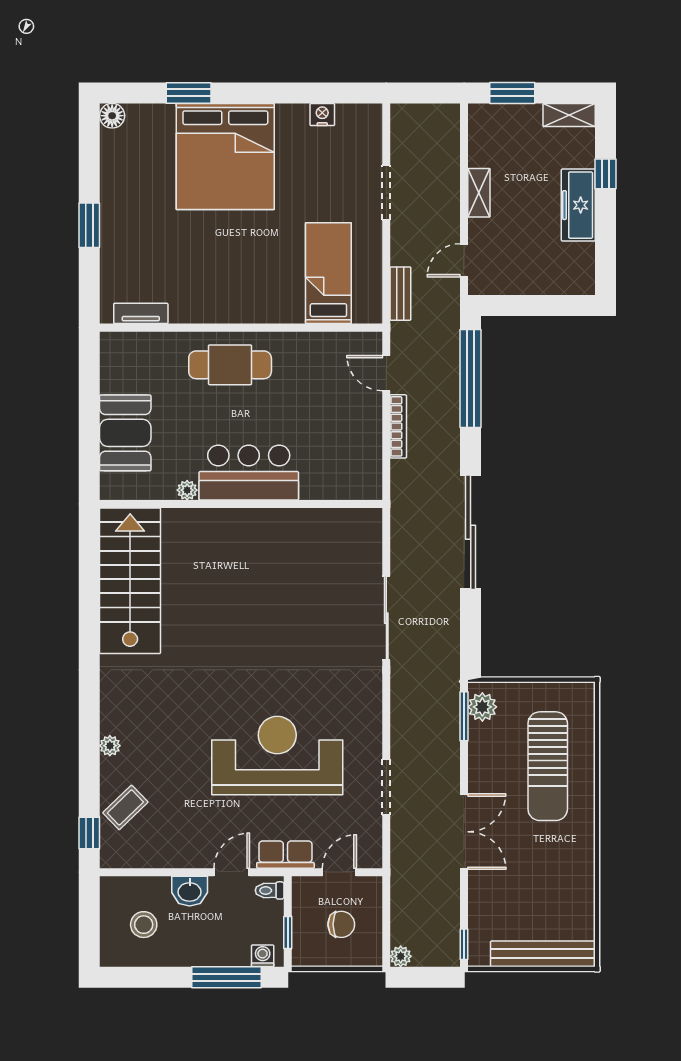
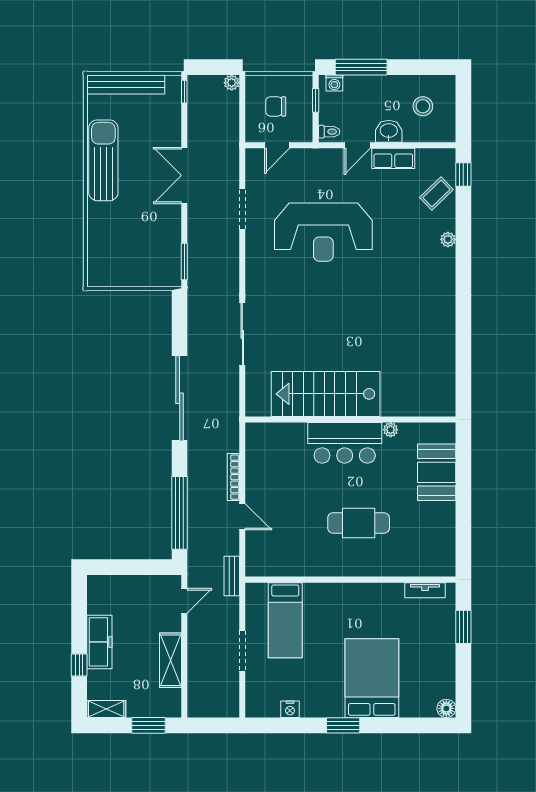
window: (189, 93) -> (343, 725), moved
bed: (225, 156) -> (372, 678), width x0.73
shelving: (479, 193) -> (171, 660), width x1.50, depth x1.33
bed: (328, 273) -> (285, 620), moved
tv unit: (141, 313) -> (425, 590), moved
wall: (241, 328) -> (350, 580), moved
stairs: (130, 581) -> (326, 394), moved, turned 90
plant: (482, 707) -> (171, 268), removed
sun lounger: (548, 766) -> (103, 160), moved
row of seats: (285, 855) -> (393, 158), moved

